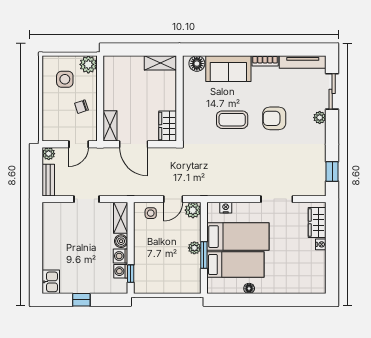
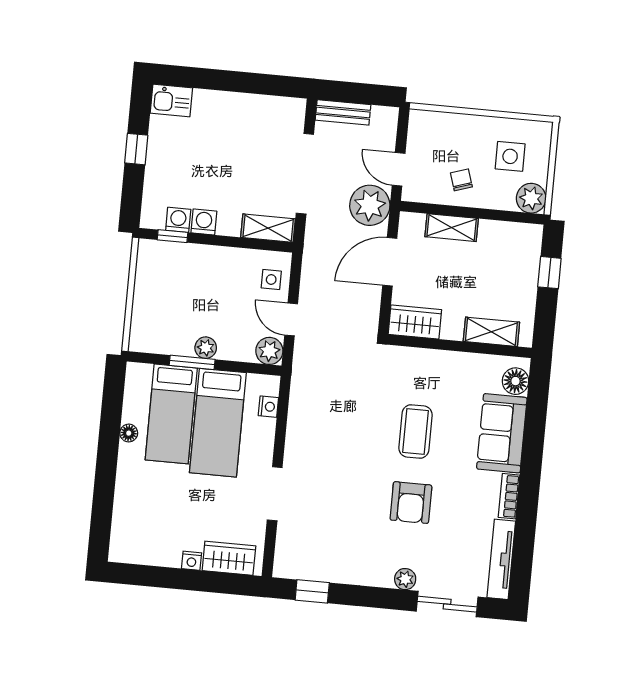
window: (131, 50) -> (549, 273), added
shelving: (160, 63) -> (491, 332), moved, turned 90
armchair: (274, 118) -> (411, 503), turned 180
shelving: (110, 126) -> (452, 228), moved
plant: (49, 154) -> (370, 205), moved, width x1.87, depth x1.87
doorway: (87, 199) -> (305, 174), width x1.87
boiler: (121, 241) -> (229, 225), removed

